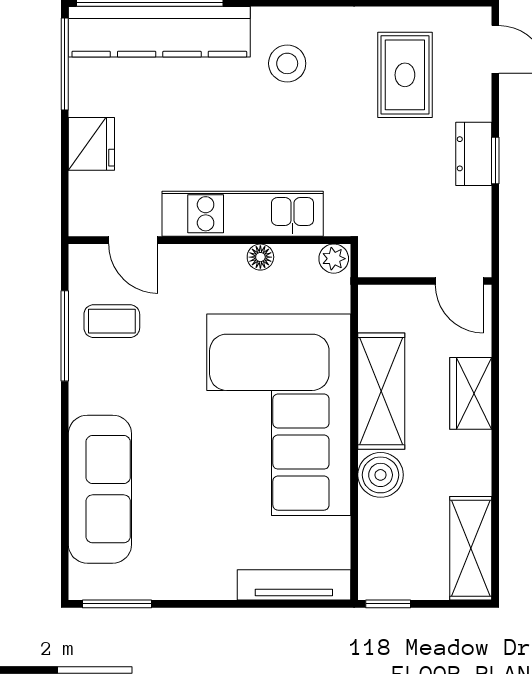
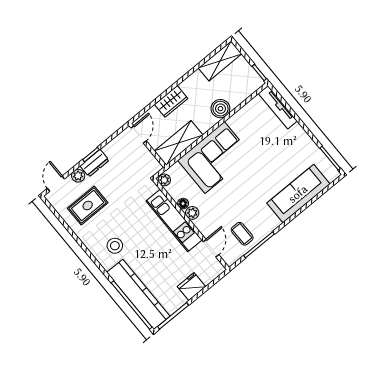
plant: (476, 103) -> (78, 176), added
plant: (228, 260) -> (192, 213), added
shelving: (381, 391) -> (179, 143), moved
corner sofa: (279, 415) -> (215, 158), width x0.73, depth x0.74

